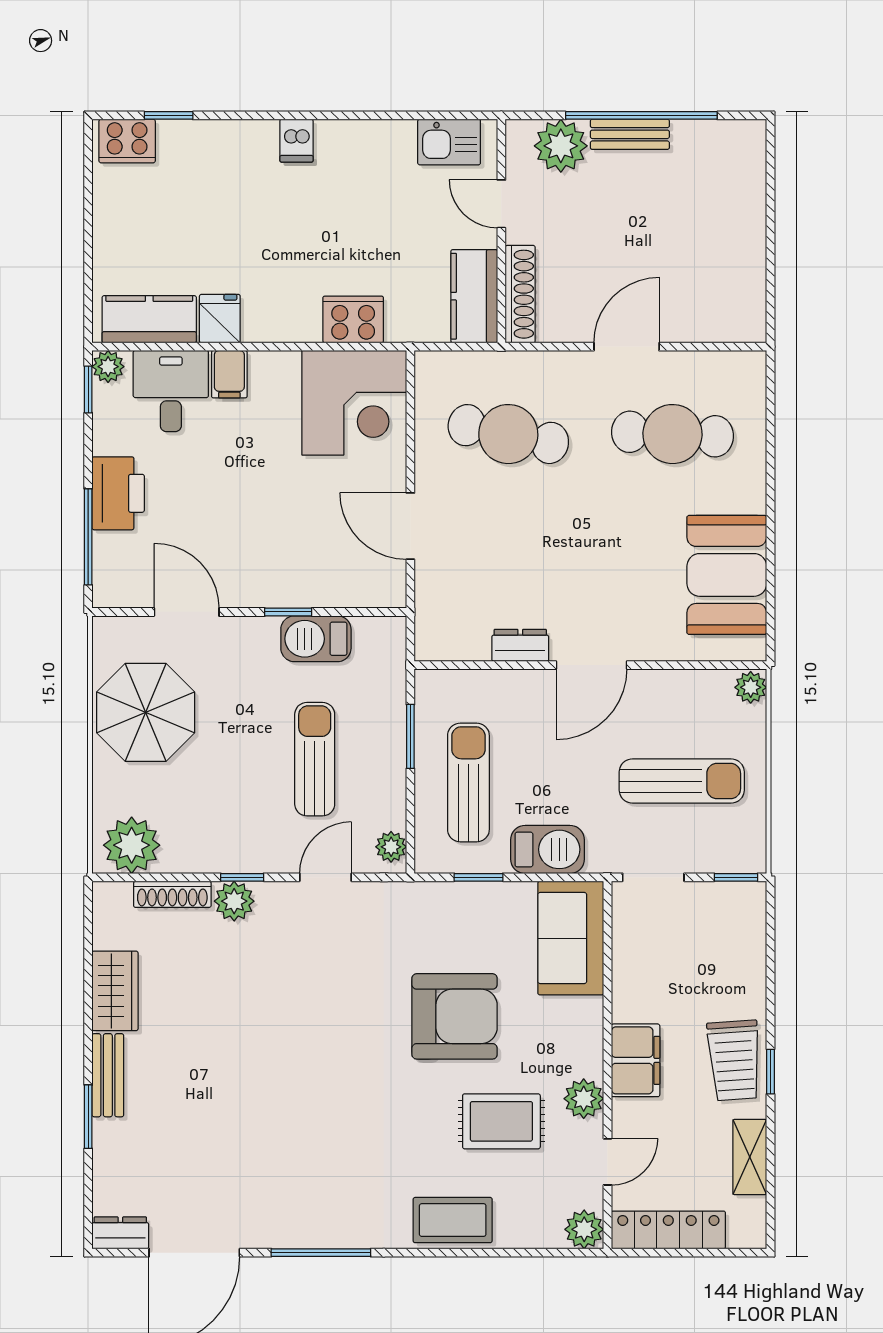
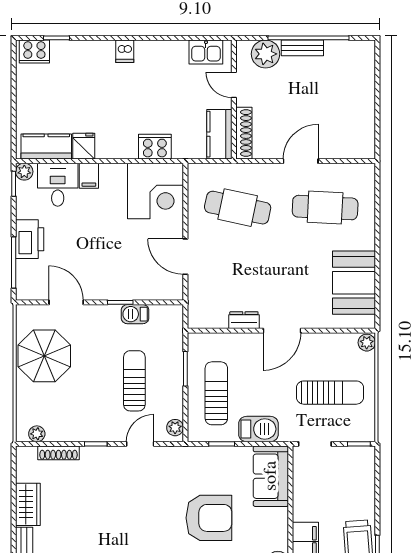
barbecue: (316, 639) -> (135, 314), width x0.73, depth x0.79
plant: (132, 845) -> (37, 434), width x0.53, depth x0.53
plant: (234, 901) -> (91, 457), removed

